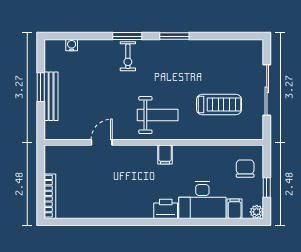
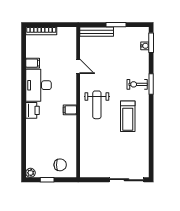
window: (174, 36) -> (151, 43), moved
sliding door: (267, 90) -> (126, 180), moved
bench: (51, 96) -> (97, 32), moved
treadmill: (219, 105) -> (128, 116), moved
desk: (202, 200) -> (39, 85), moved
filing cabinet: (235, 209) -> (33, 63), moved

